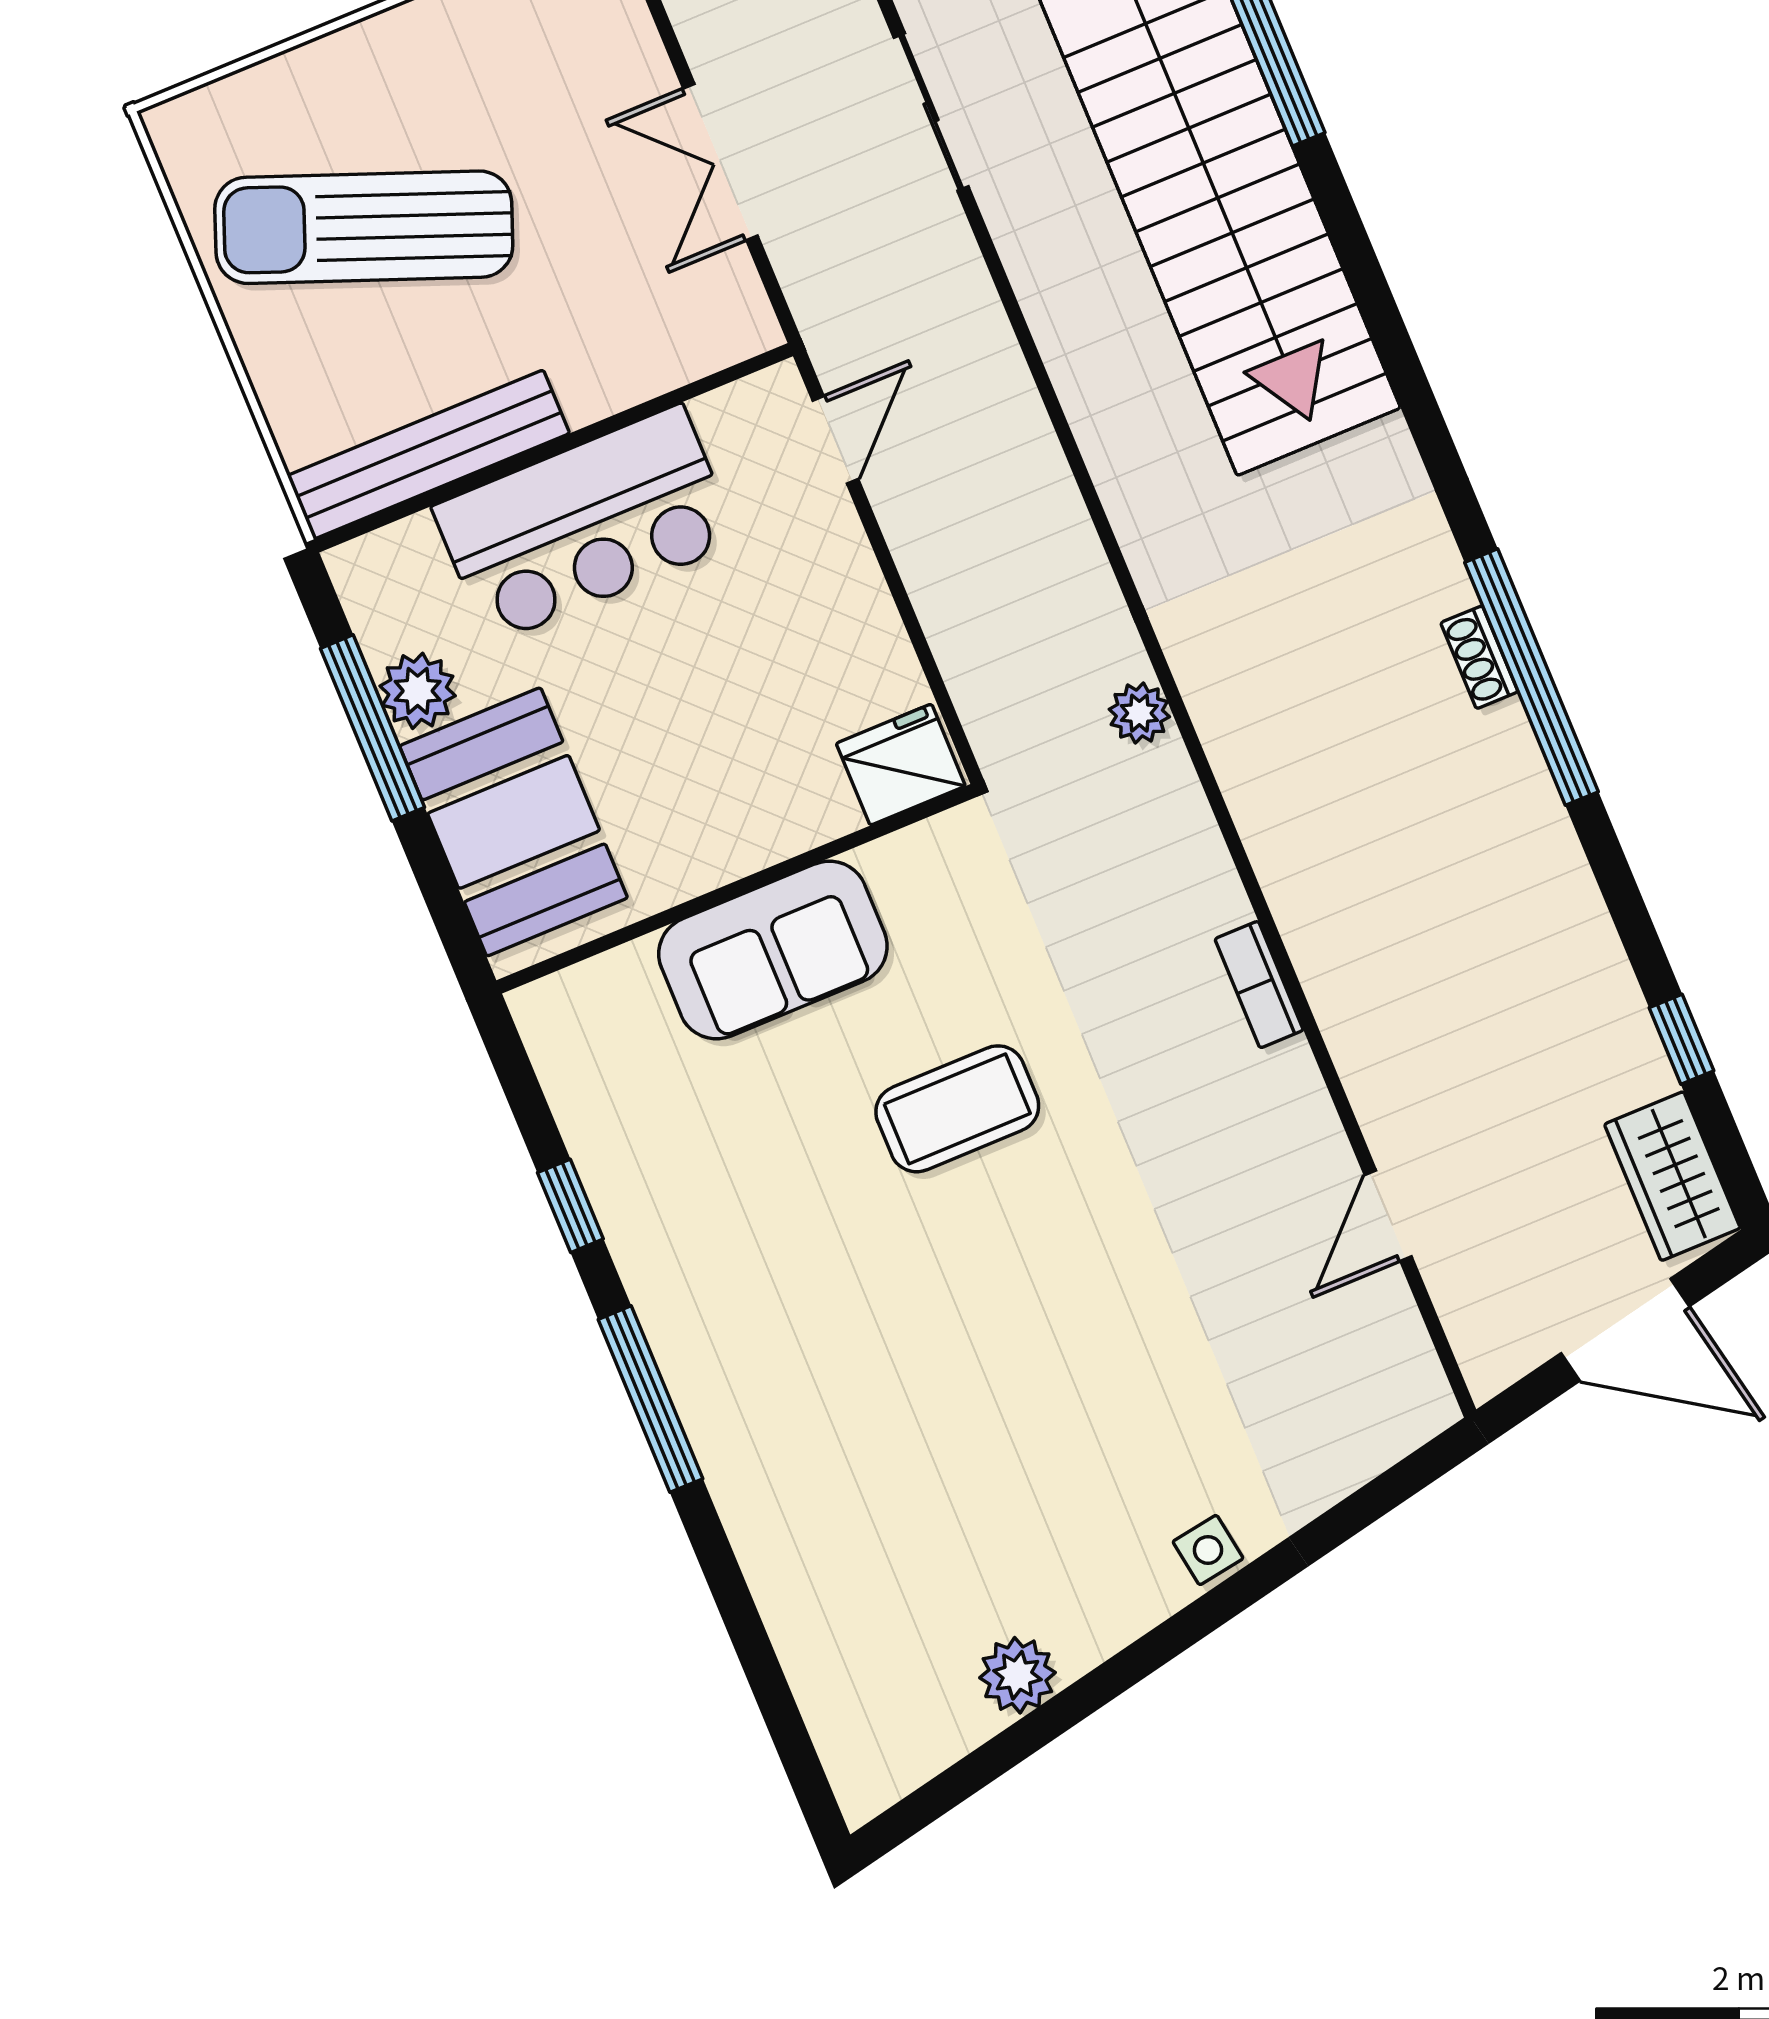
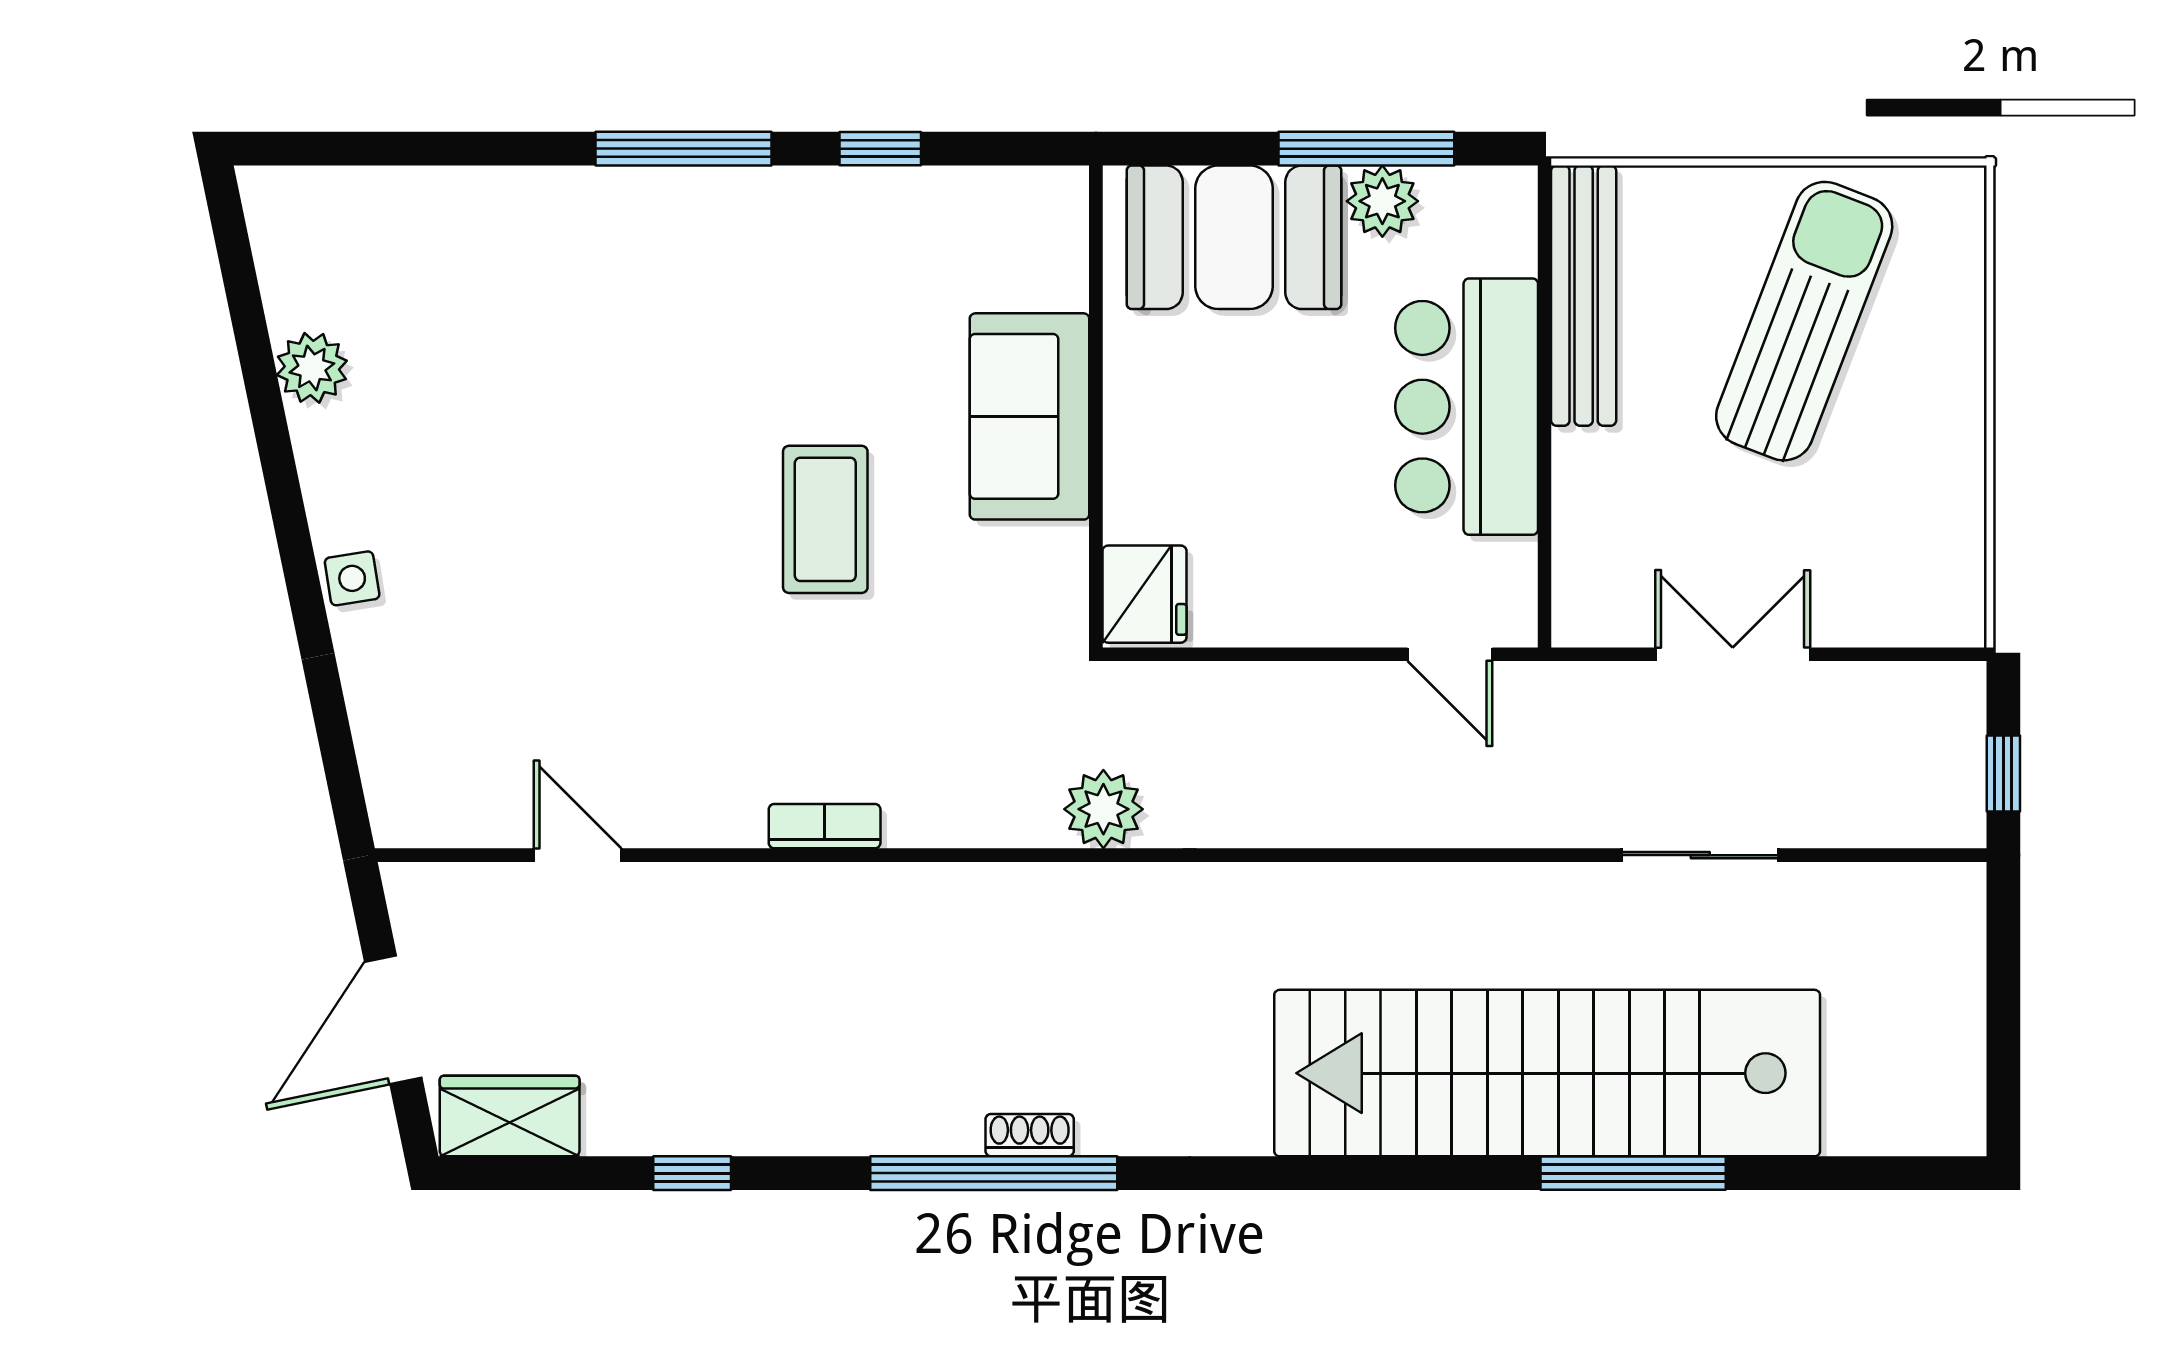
plant: (1139, 713) -> (1103, 809), width x1.38, depth x1.38
window: (1681, 1039) -> (692, 1173), moved

